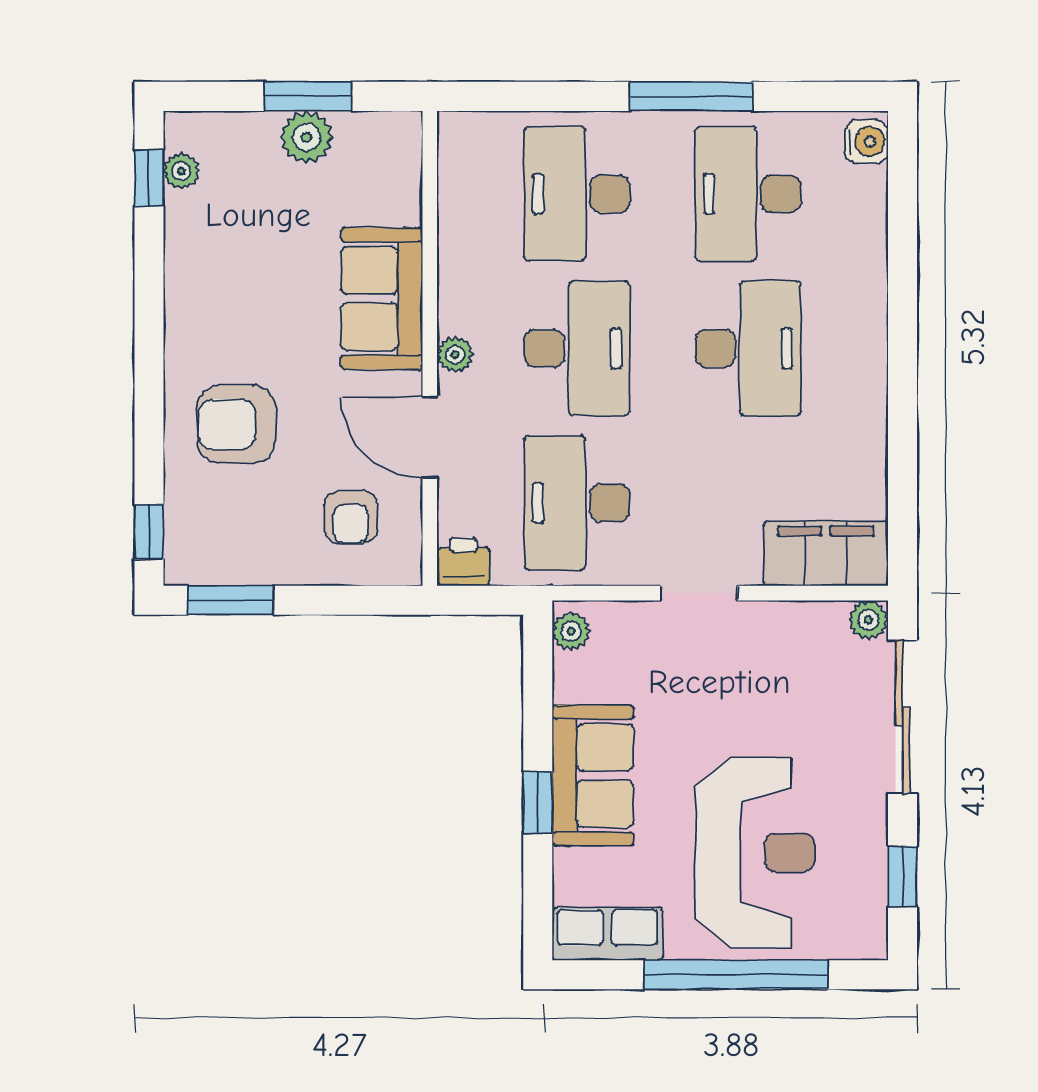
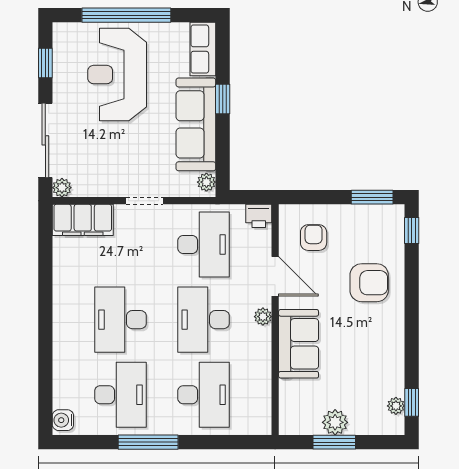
sofa: (593, 775) -> (196, 124), width x1.36
row of seats: (607, 934) -> (203, 49), moved, turned 90

